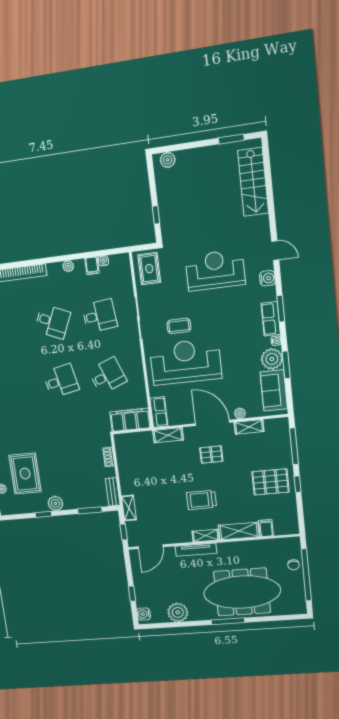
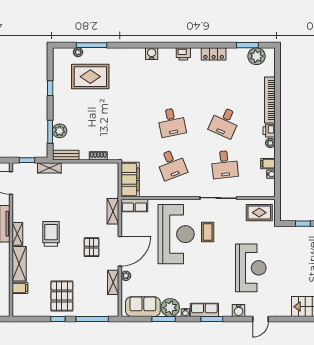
printer: (55, 269) -> (269, 131), added
plant: (55, 503) -> (60, 131), moved

